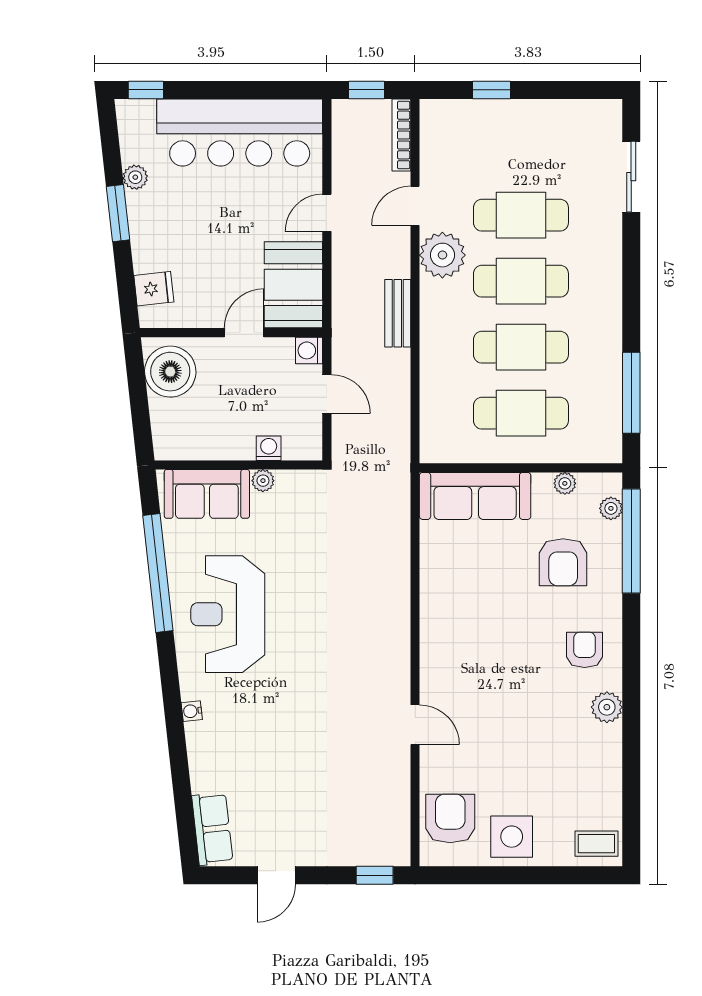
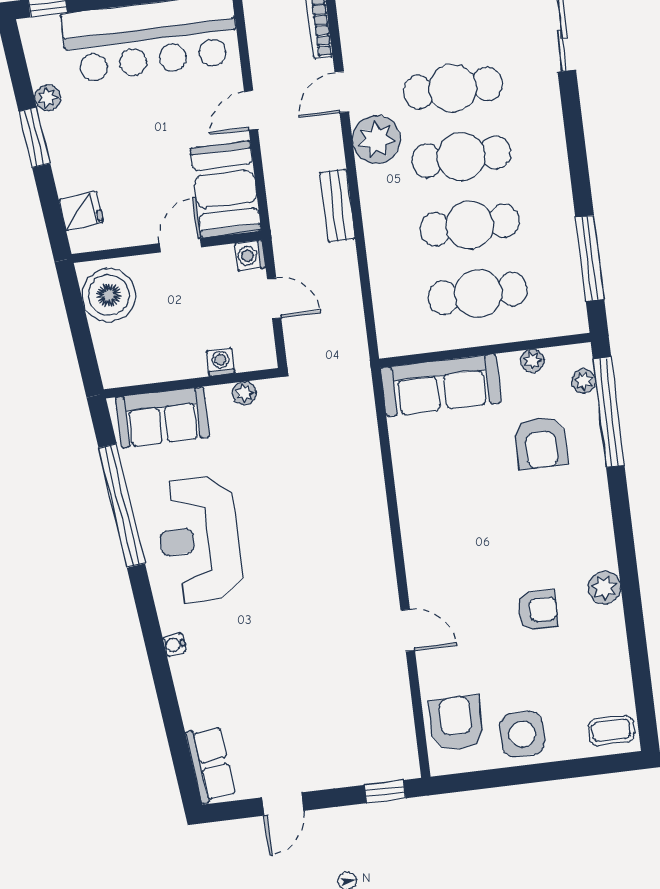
plant: (263, 481) -> (244, 393), moved
armchair: (585, 650) -> (538, 610), moved, turned 90

